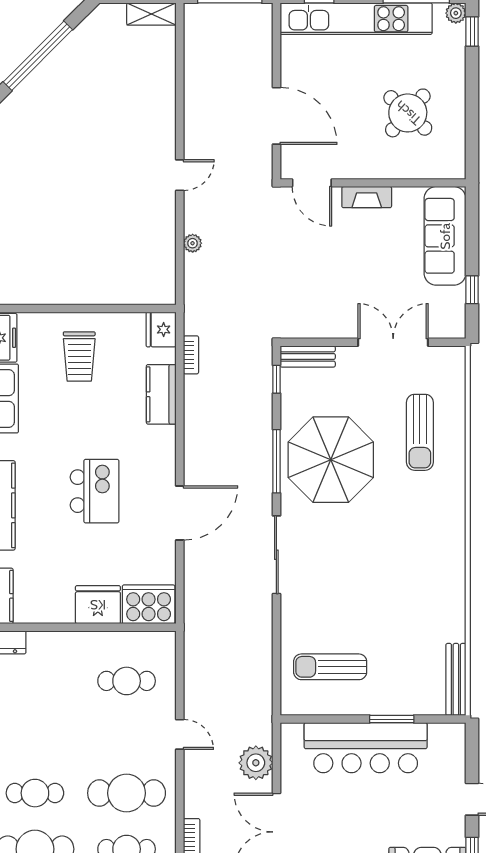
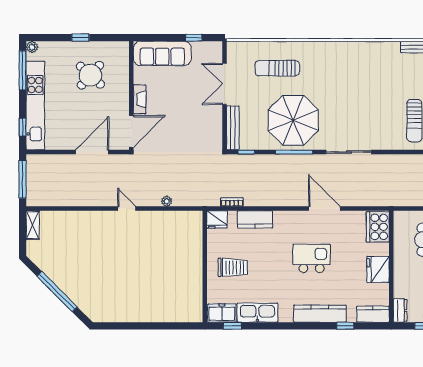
window: (472, 32) -> (81, 38), moved
door: (312, 183) -> (131, 131), width x1.36
bench: (308, 356) -> (233, 128), width x1.36
sun lounger: (420, 432) -> (277, 68), turned 180
fridge: (98, 605) -> (378, 270), moved

